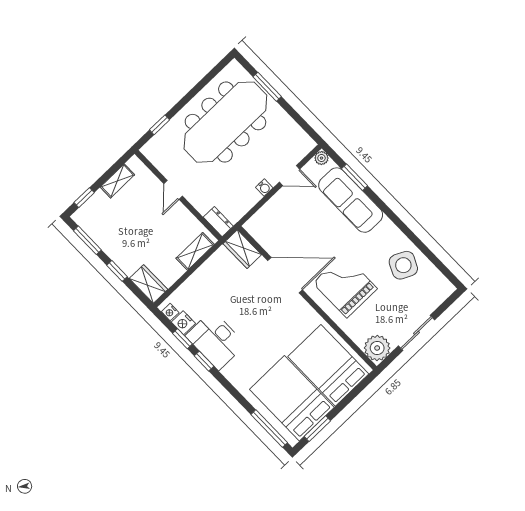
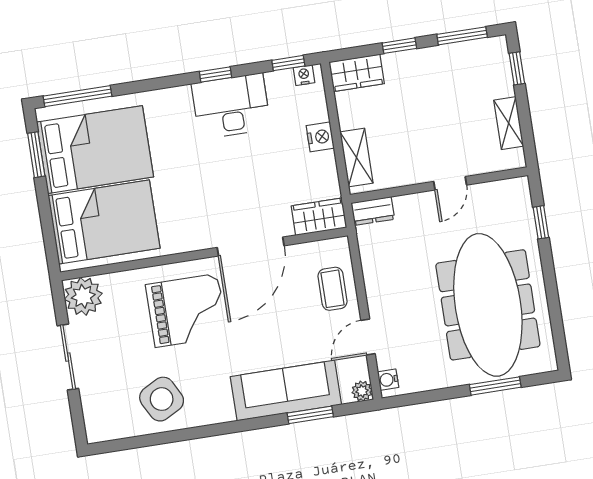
water cooler: (264, 188) -> (388, 380), moved
door: (173, 190) -> (450, 183), swing flipped
coffee table: (277, 214) -> (333, 289), added
side table: (403, 265) -> (162, 399), turned 36
nightstand: (183, 323) -> (320, 137), moved, turned 90
window: (182, 339) -> (288, 63), moved

